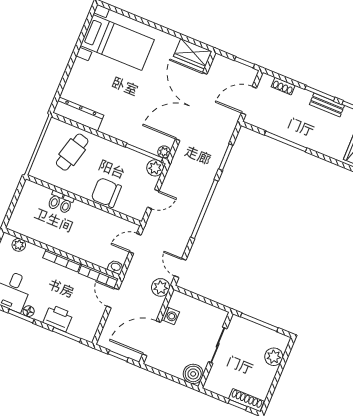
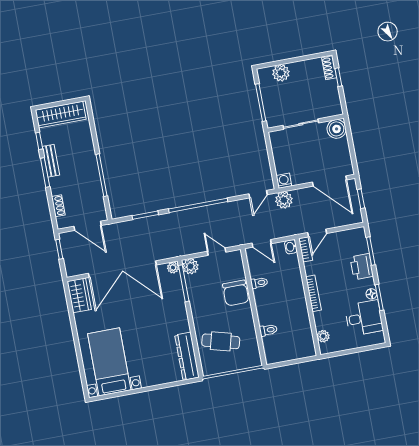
toilet: (66, 204) -> (259, 283), moved
bookcase: (98, 276) -> (306, 249), width x0.64
washing machine: (170, 316) -> (284, 181), moved
shoe rack: (246, 400) -> (329, 68), width x0.70

